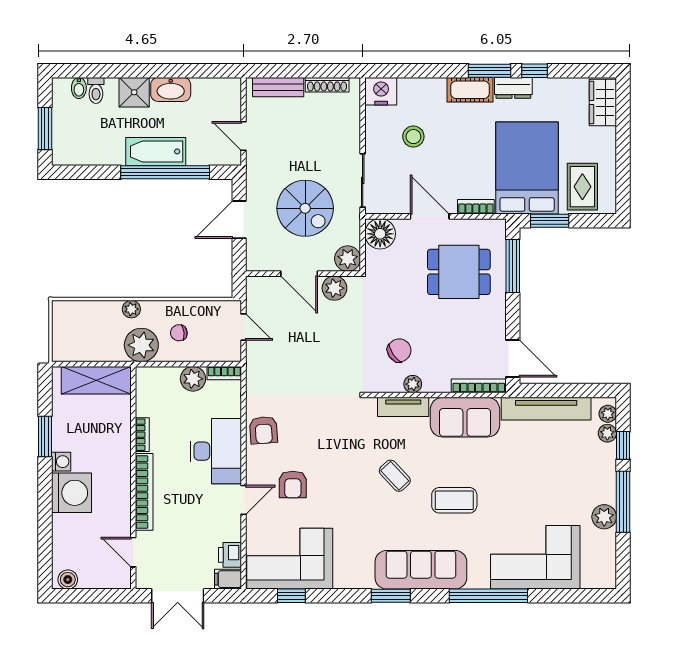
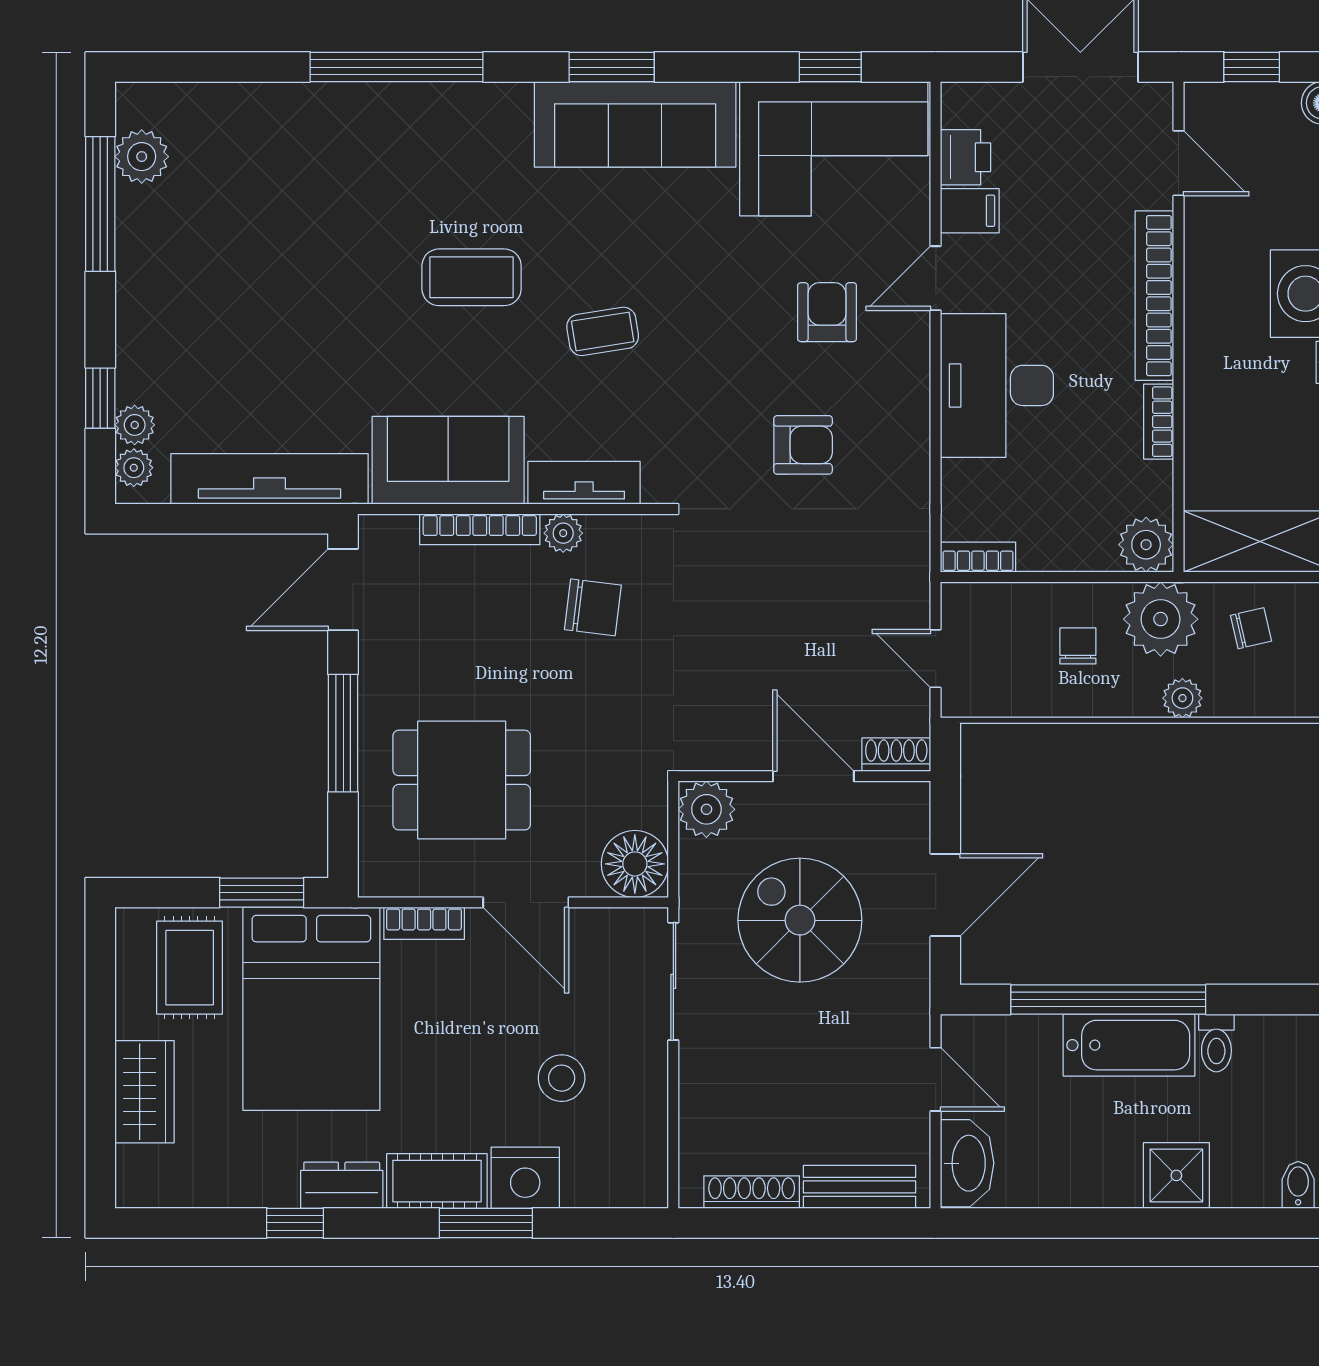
window: (489, 71) -> (486, 1223), moved
washbasin: (171, 89) -> (967, 1163), moved, turned 90
toilet: (96, 90) -> (1216, 1043), moved, turned 180
nightstand: (381, 91) -> (525, 1178), moved
wardrobe: (603, 103) -> (144, 1092), moved
window: (513, 266) -> (343, 733), moved
shoe rack: (261, 283) -> (896, 755), added
plant: (334, 288) -> (735, 744), removed
chair: (179, 333) -> (1078, 646), turned -83
chair: (100, 341) -> (1251, 628), added
chair: (399, 350) -> (593, 607), turned -138
door: (513, 358) -> (343, 590), hinge flipped
plant: (193, 379) -> (1146, 545), moved
bookcase: (479, 386) -> (480, 529), moved
armchair: (264, 430) -> (803, 445), moved, turned 94
coffee table: (395, 476) -> (603, 331), turned -56
window: (623, 502) -> (100, 204), moved
plant: (604, 517) -> (142, 157), moved
corner sofa: (535, 557) -> (293, 152), removed
sofa: (421, 570) -> (635, 124), moved
filing cabinet: (228, 579) -> (970, 211), moved
window: (100, 596) -> (1252, 67), added

